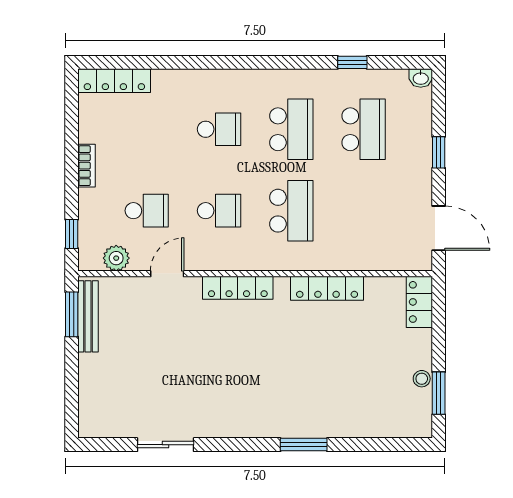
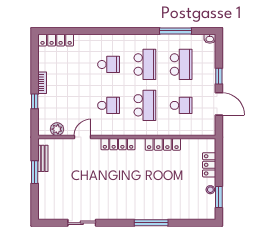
window: (352, 62) -> (175, 31), width x2.17
school desk: (147, 211) -> (181, 105), moved
door: (439, 228) -> (219, 104), moved
window: (72, 234) -> (35, 101), moved
locker: (419, 302) -> (209, 165), moved
window: (72, 314) -> (35, 172), moved
bench: (88, 316) -> (43, 158), width x0.73
window: (304, 445) -> (151, 223), width x1.44

